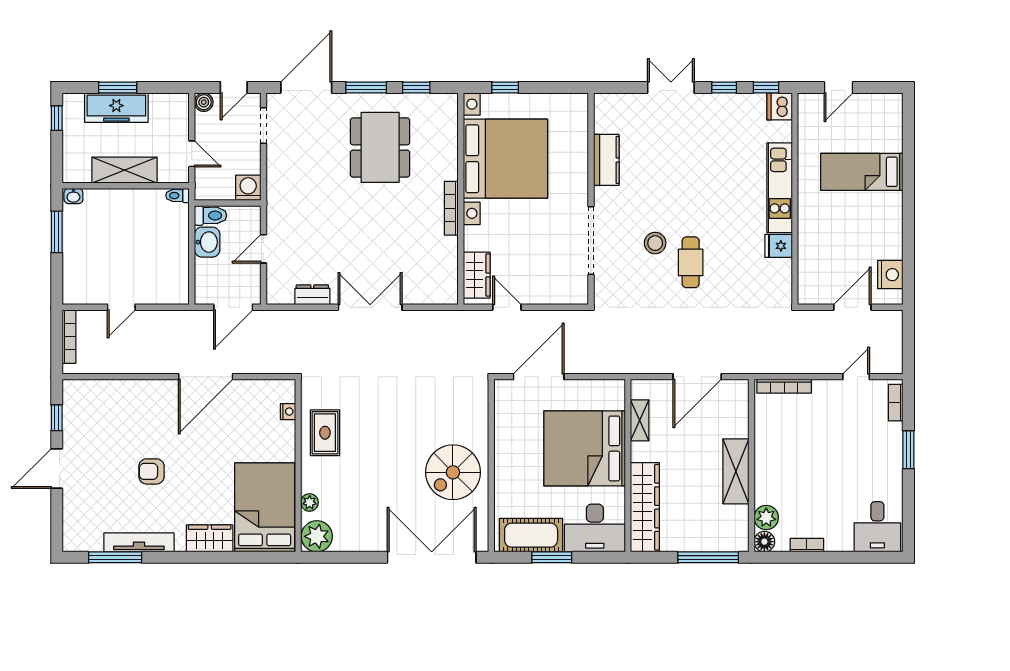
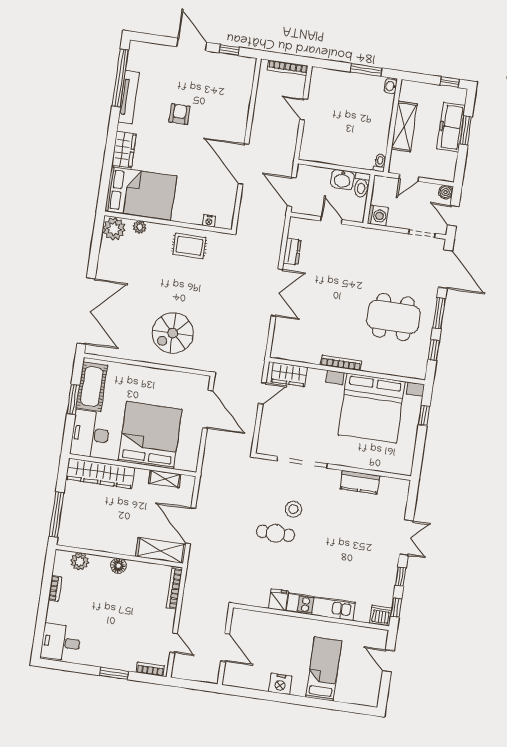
nightstand: (890, 275) -> (280, 684), moved
shelving: (736, 471) -> (161, 551), moved
spiral stairs: (453, 472) -> (173, 333), moved, turned -90
floor lamp: (764, 542) -> (118, 566), moved
window: (115, 557) -> (120, 78), width x1.46

